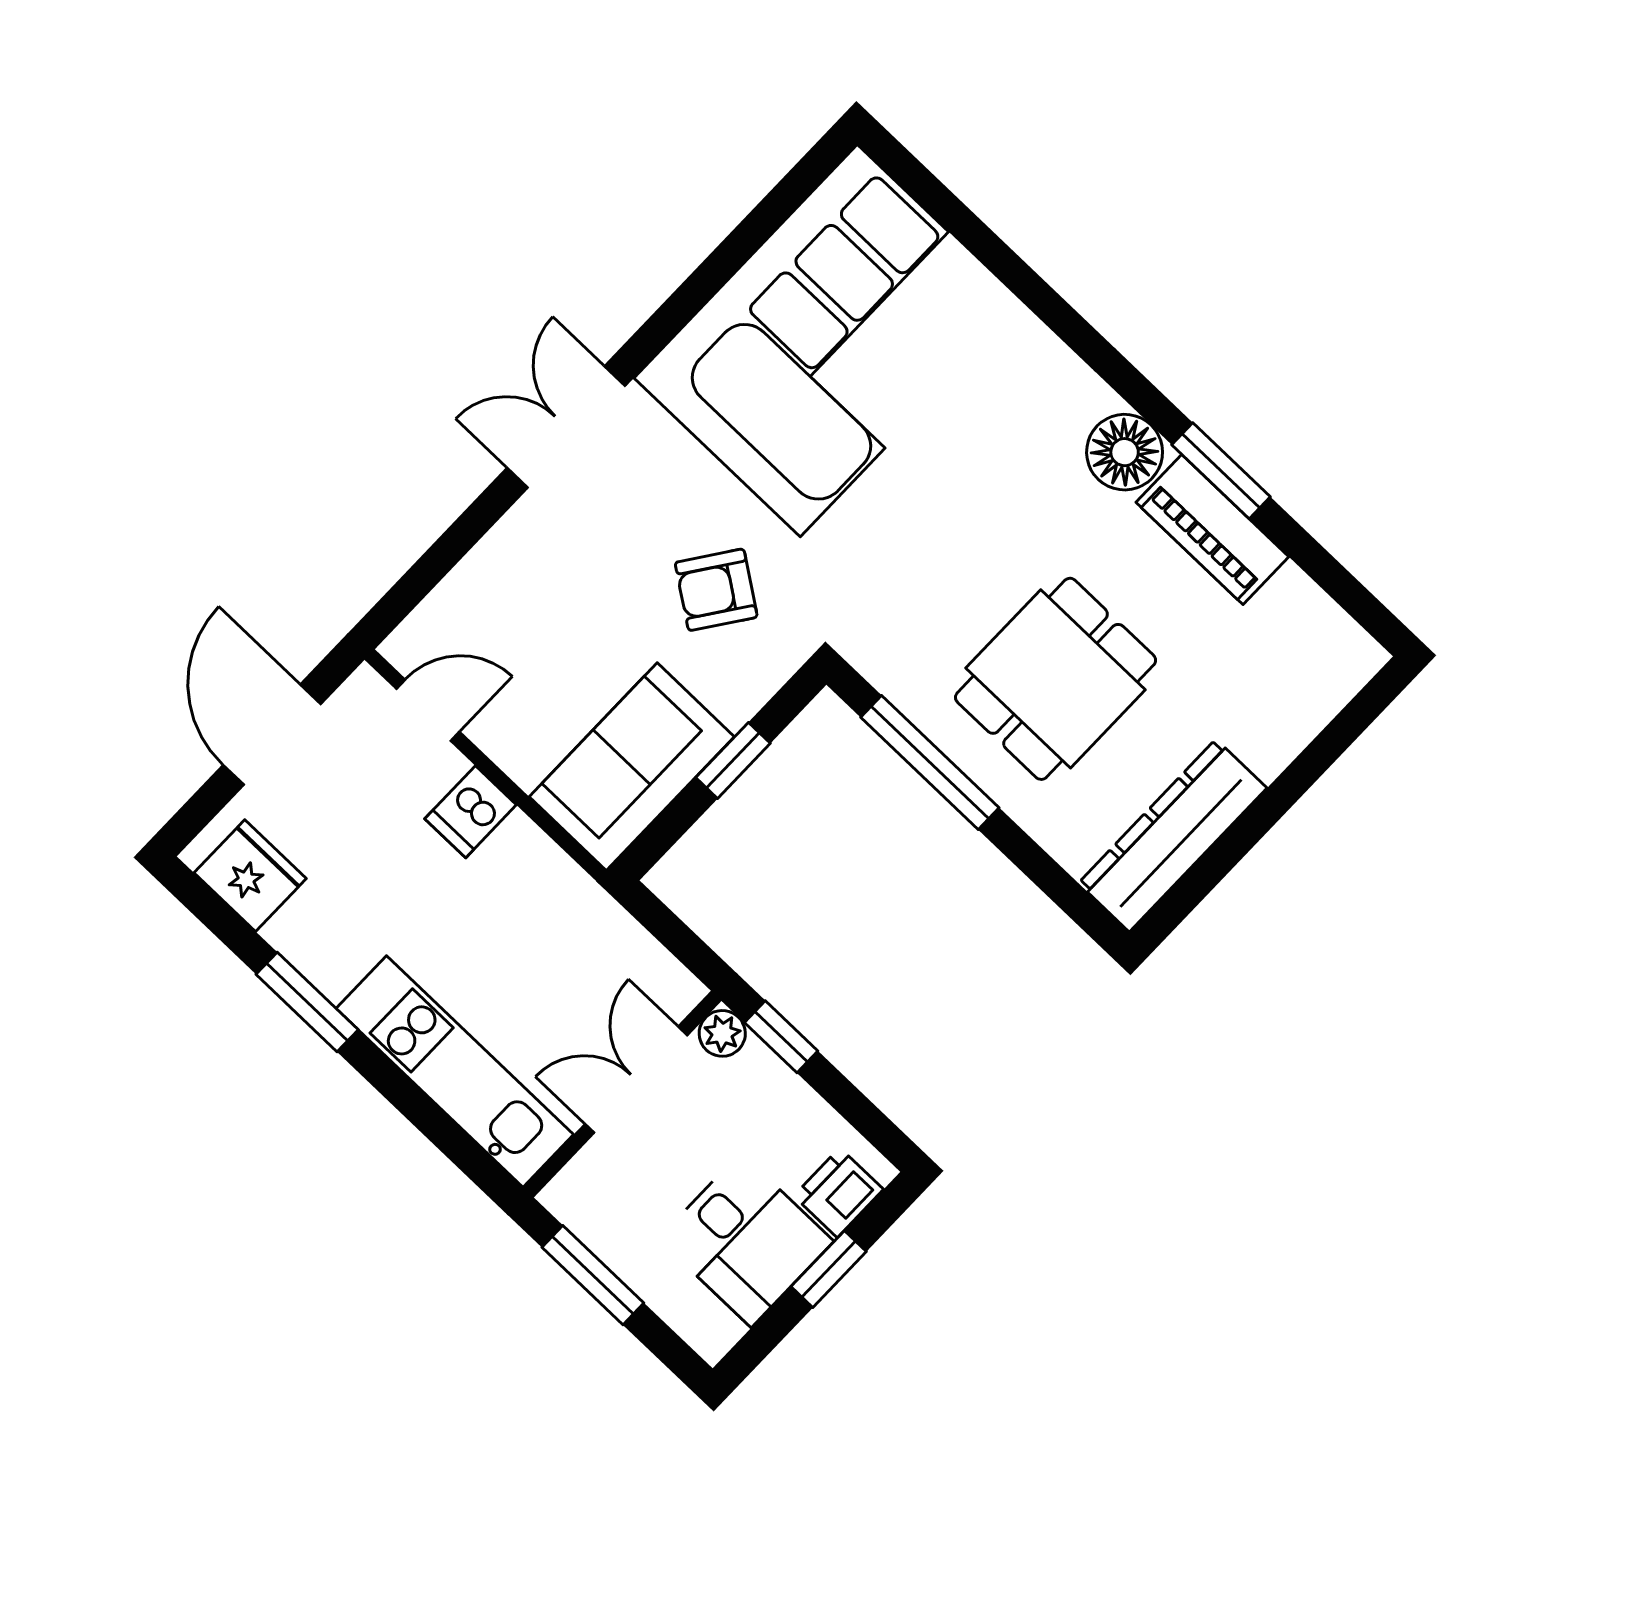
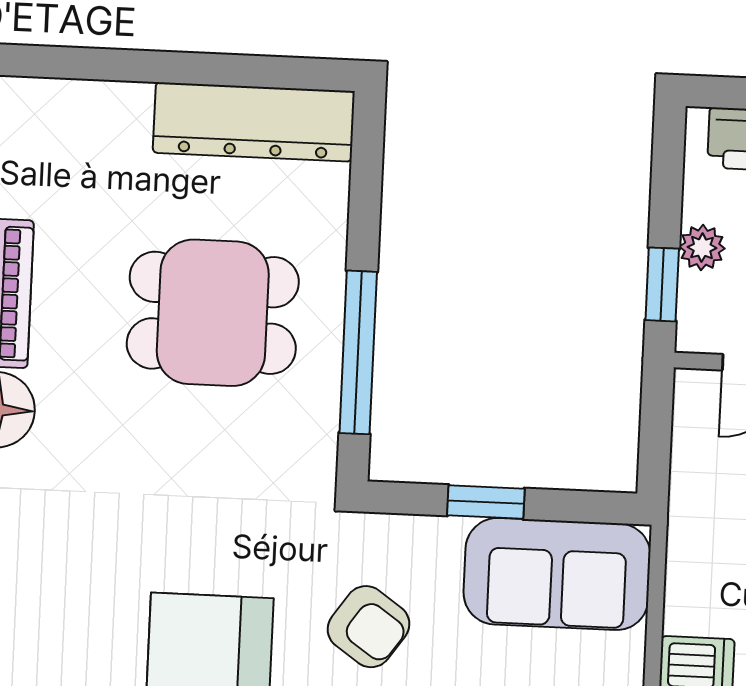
plant: (722, 1033) -> (702, 248), moved

